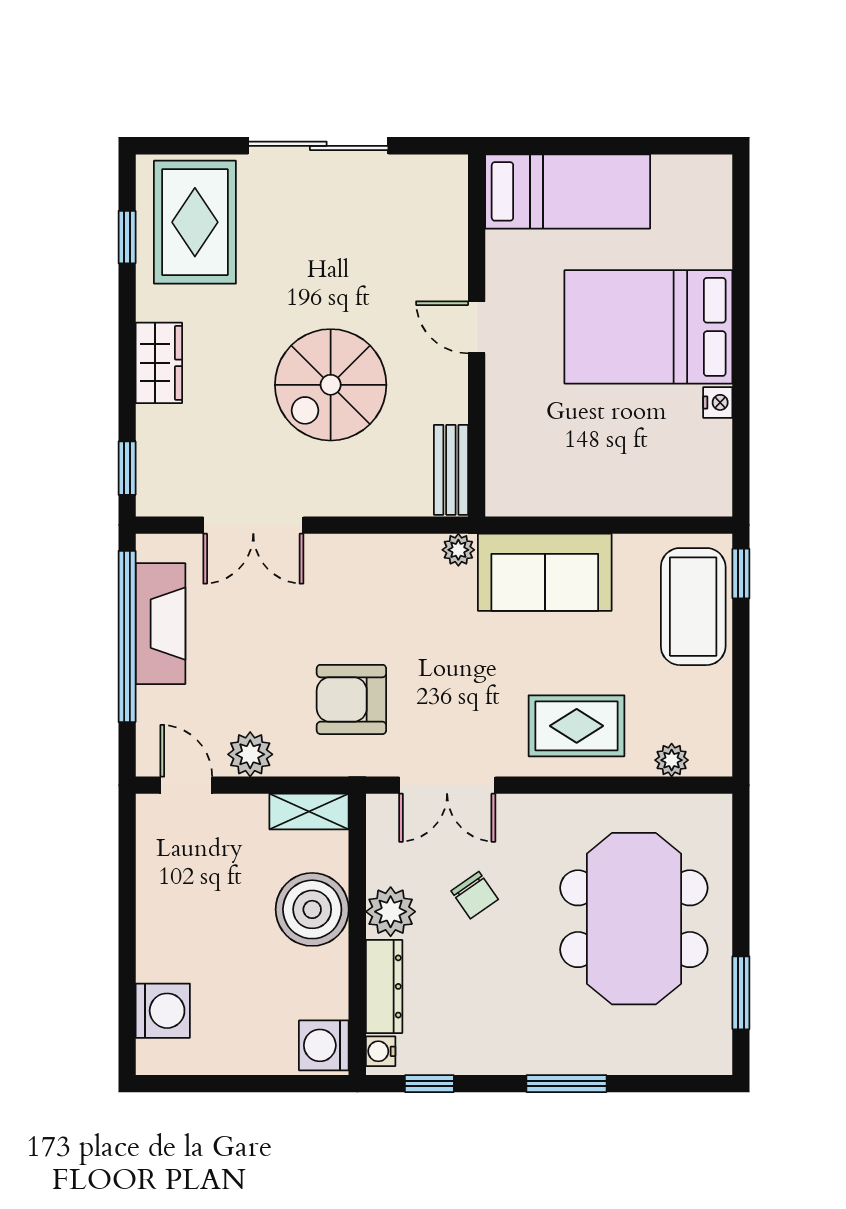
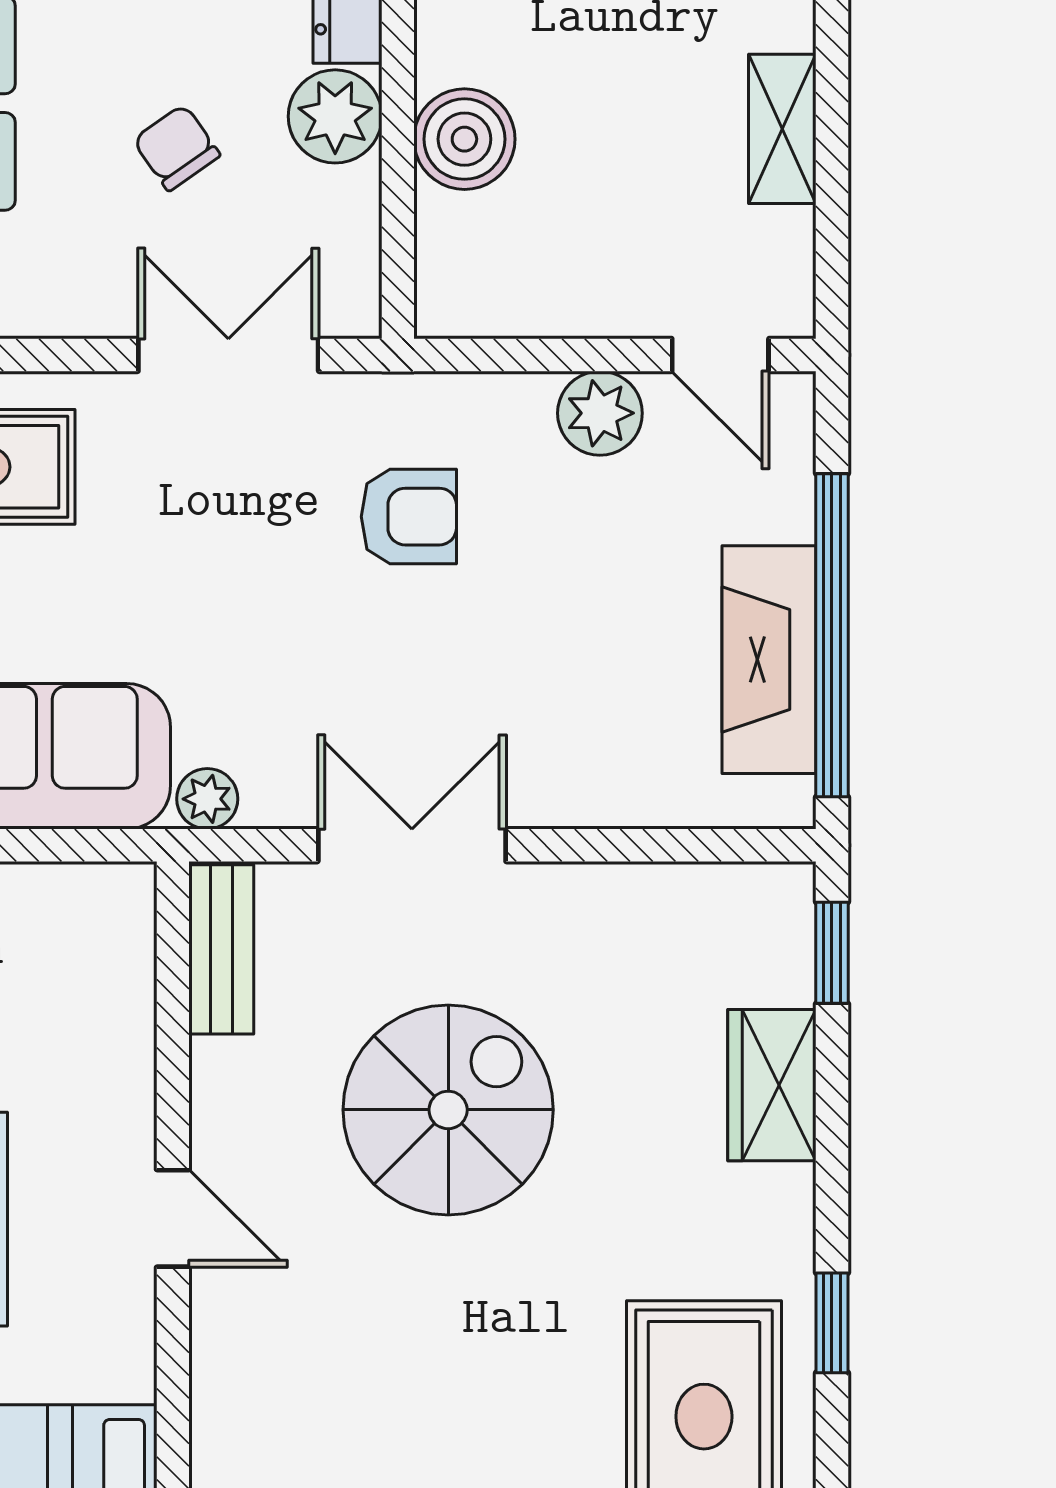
window: (127, 237) -> (832, 1323), moved
wardrobe: (159, 363) -> (772, 1085), moved
double door: (253, 525) -> (412, 845), moved
armchair: (351, 699) -> (409, 517), width x0.72, depth x0.72
shelving: (309, 812) -> (782, 129), moved, turned 90
boiler: (312, 909) -> (464, 139), width x0.73, depth x0.73

